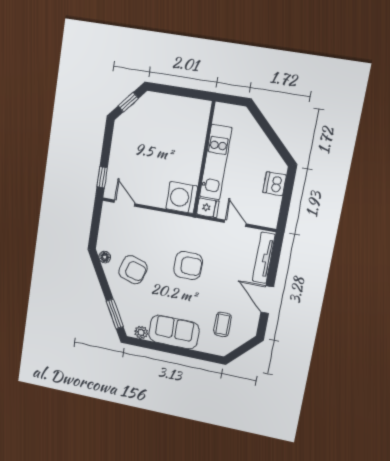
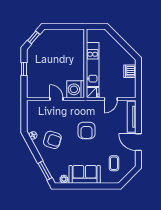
window: (102, 177) -> (24, 69), moved
door: (125, 203) -> (56, 99), moved
door: (235, 223) -> (111, 99), swing flipped
armchair: (188, 266) -> (87, 130), turned 90

